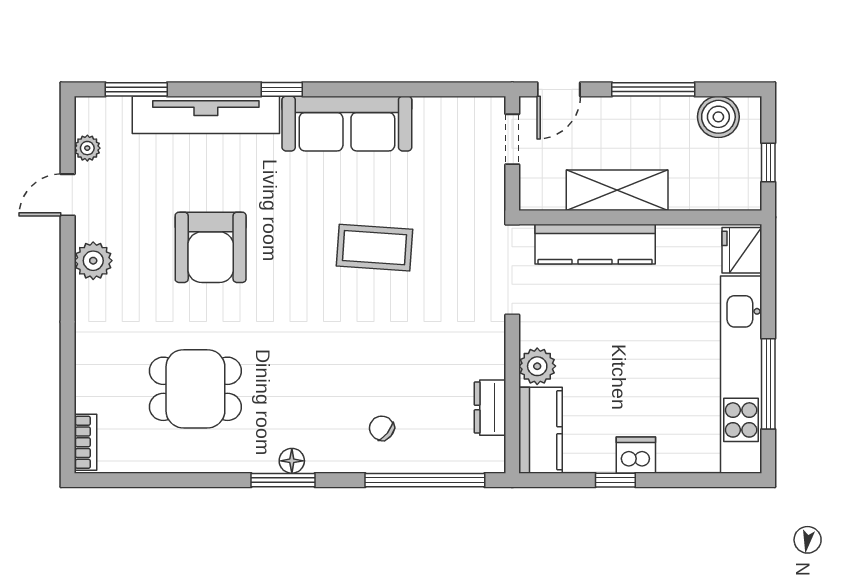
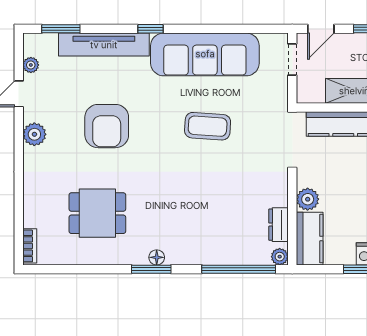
sofa: (347, 124) -> (205, 54), width x1.36, depth x1.27
chair: (382, 428) -> (212, 237), removed
plant: (492, 460) -> (280, 257), added

